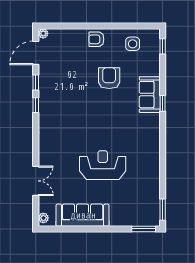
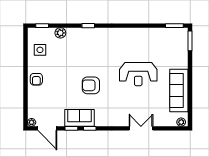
plant: (154, 69) -> (60, 33), added
armchair: (109, 78) -> (91, 85), moved
sofa: (150, 95) -> (79, 118), moved, turned 180
reception desk: (103, 165) -> (138, 74), turned -90
double door: (36, 181) -> (141, 128), moved

